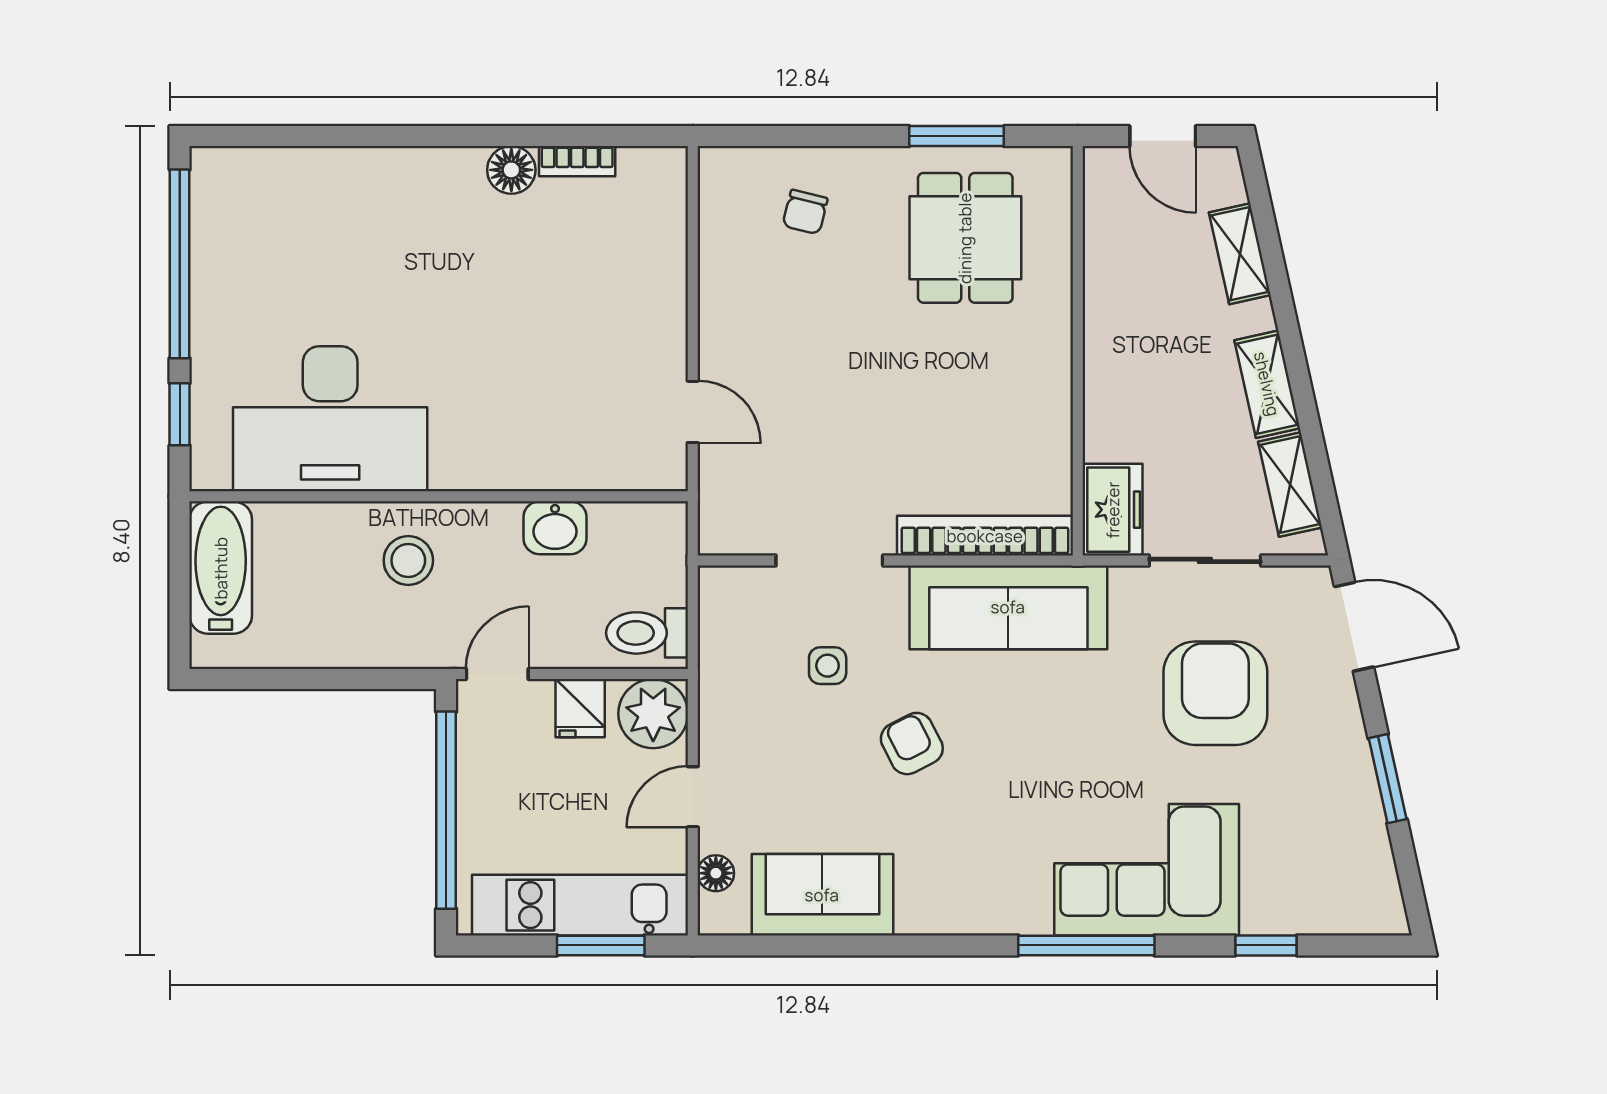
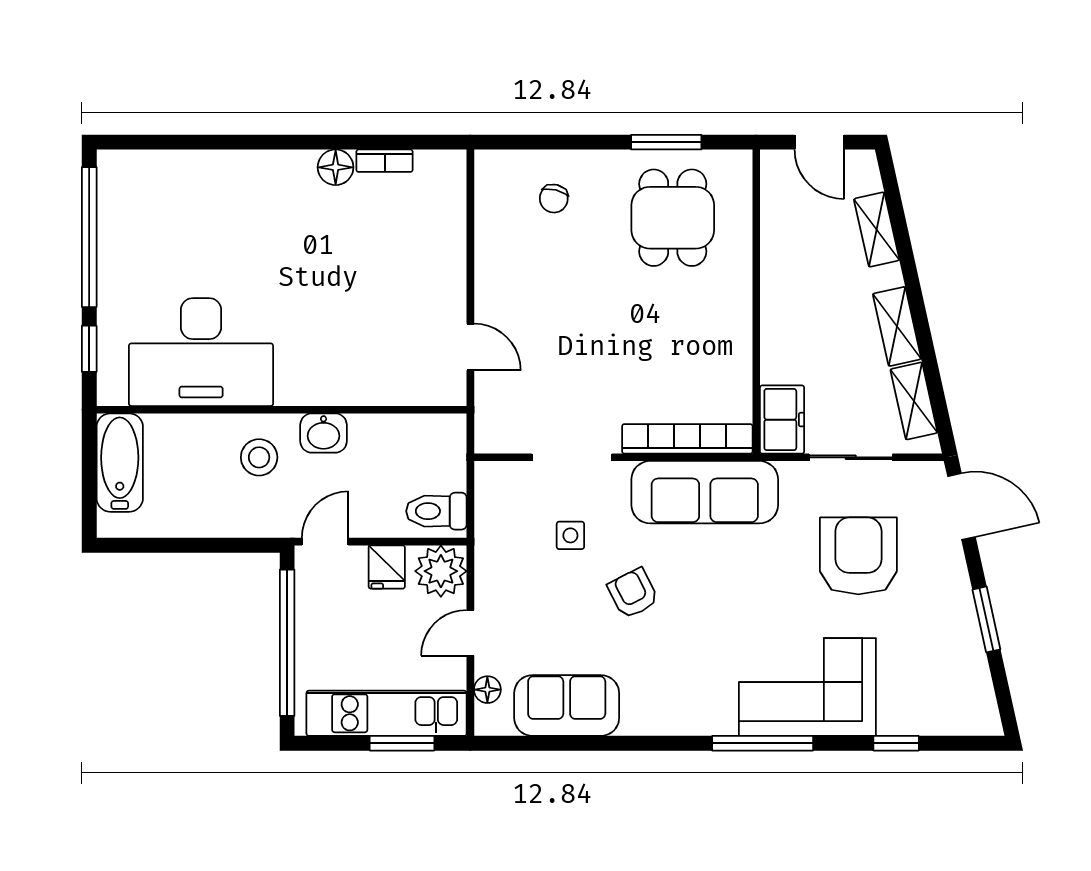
washbasin: (555, 528) -> (324, 433), moved

